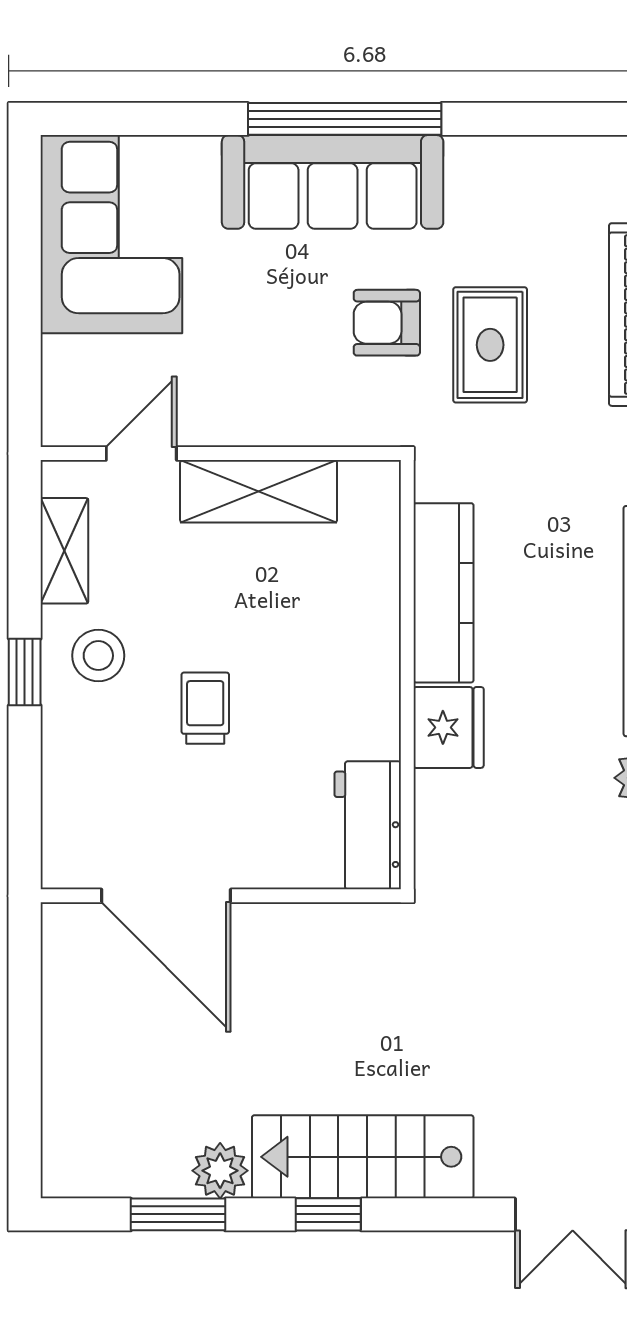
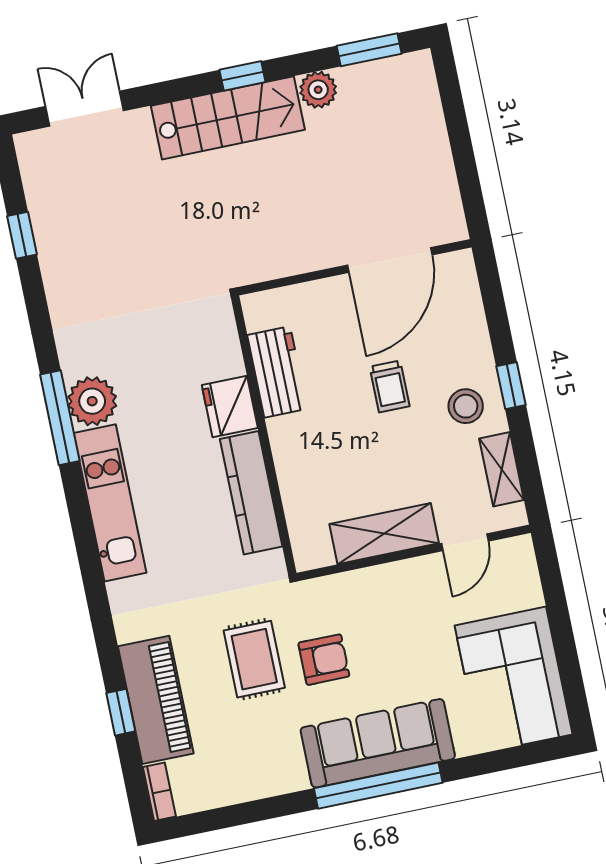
workbench: (368, 825) -> (277, 372), moved
door: (166, 896) -> (390, 260), swing flipped
window: (178, 1214) -> (369, 50), moved

